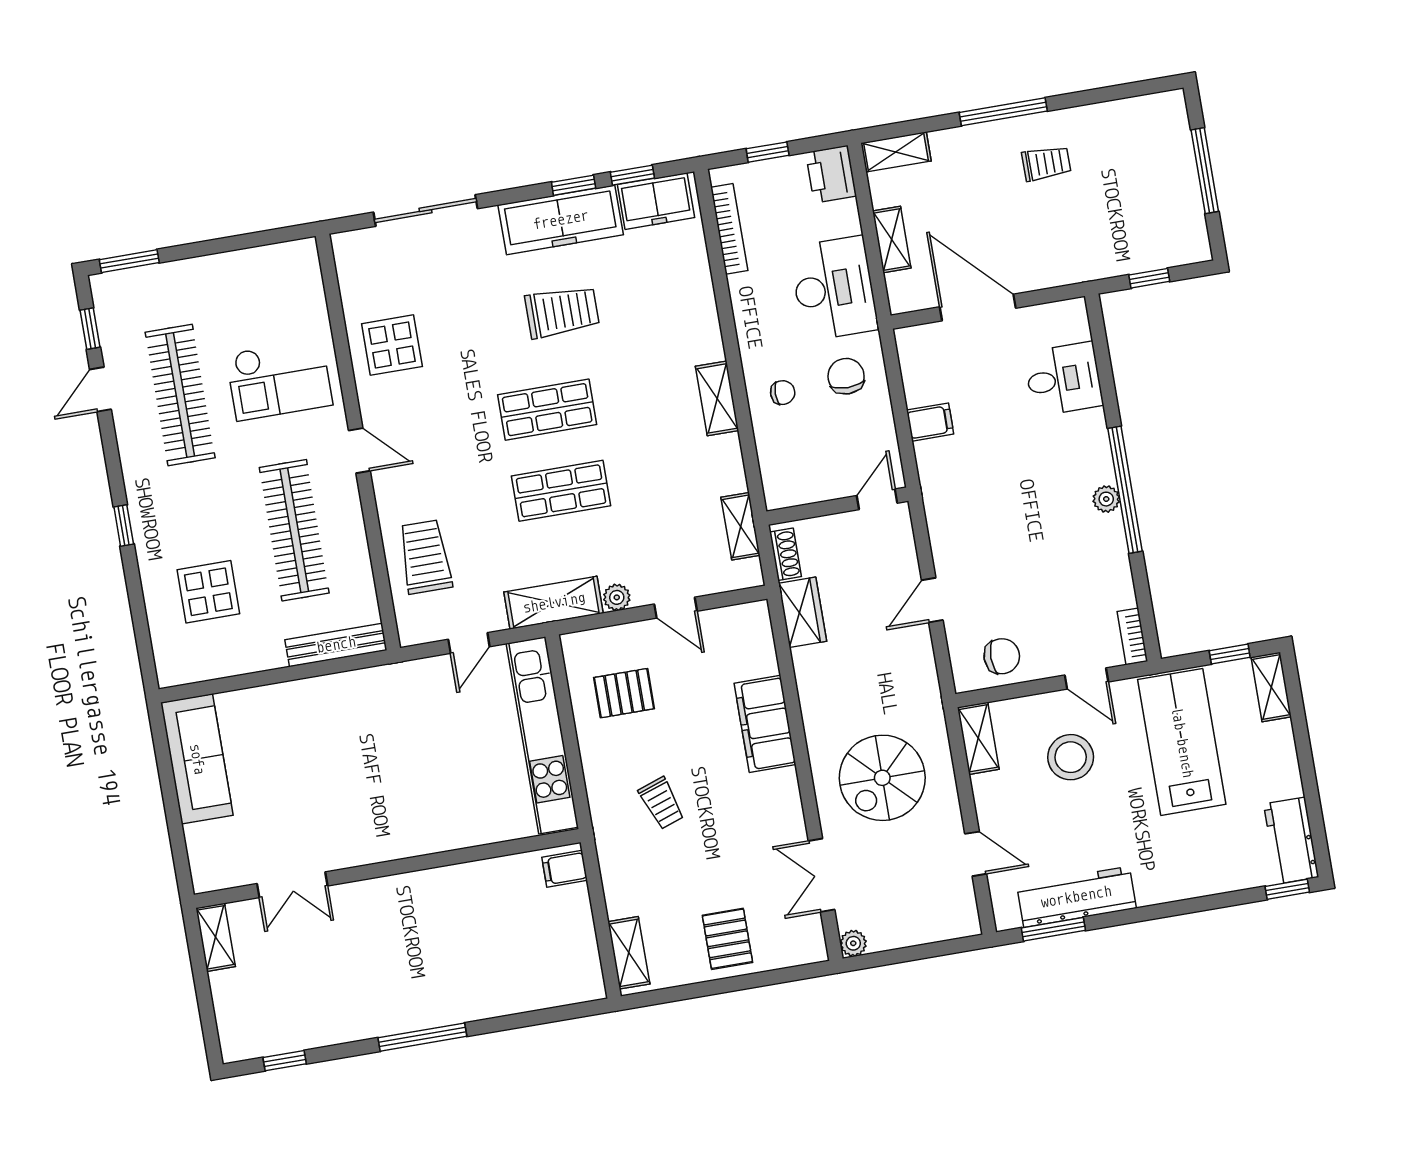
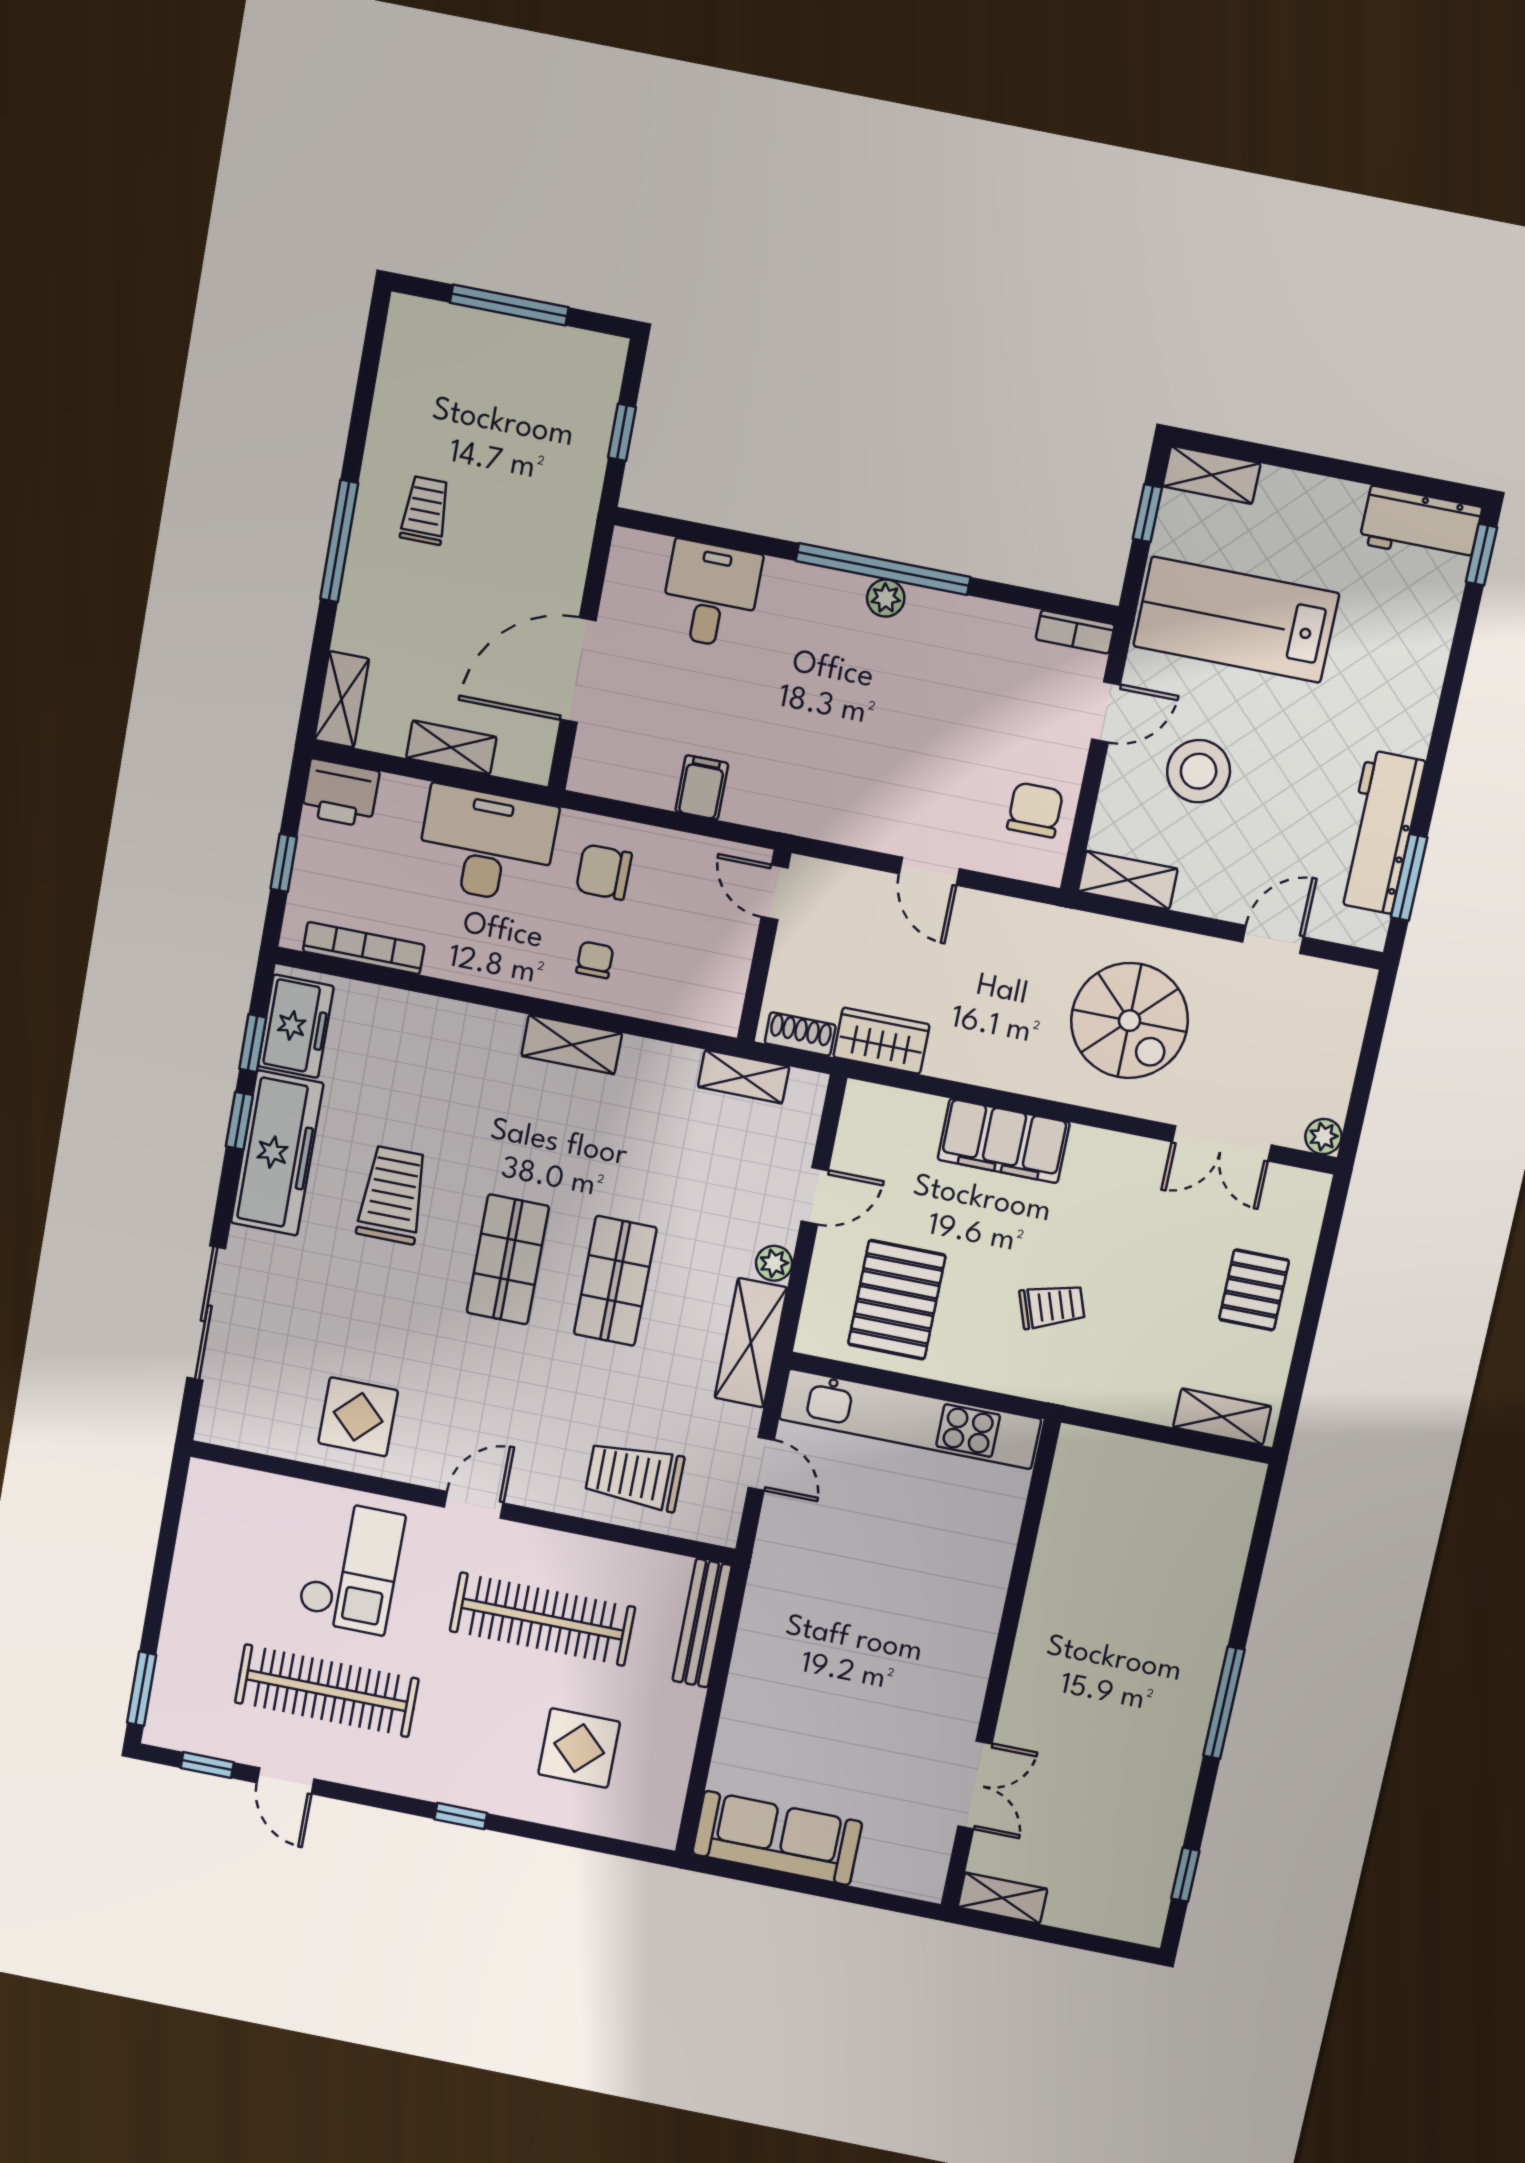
pallet: (624, 693) -> (897, 1300), width x1.50, depth x1.42
filing cabinet: (565, 869) -> (1086, 1455), removed
pallet: (727, 939) -> (1254, 1290), turned 90

